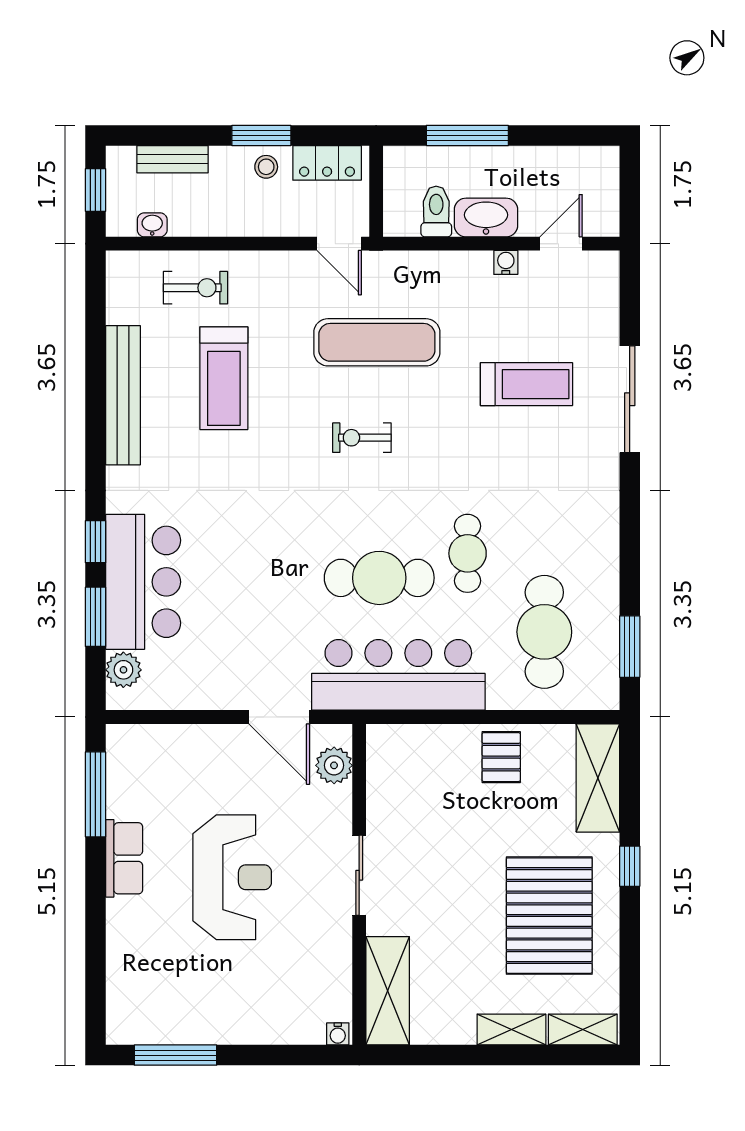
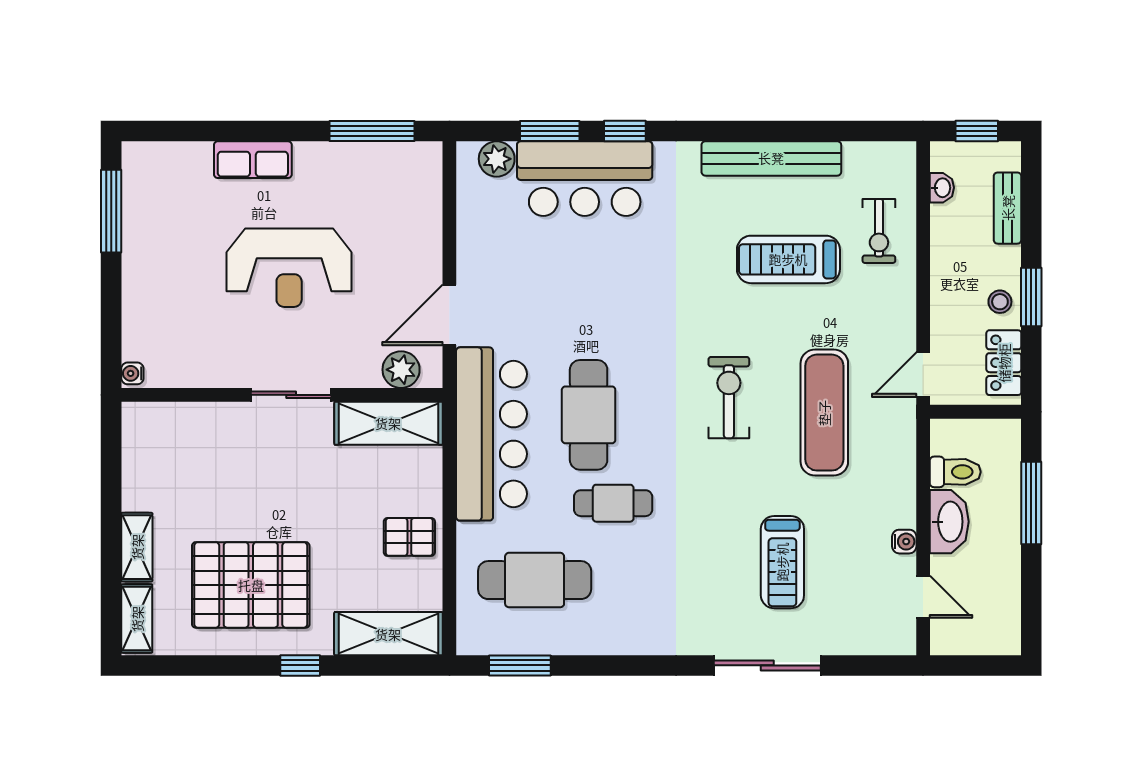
exercise bike: (362, 438) -> (729, 398), width x1.38, depth x1.39
row of seats: (124, 858) -> (253, 160), moved
shelving: (388, 991) -> (388, 423), moved

